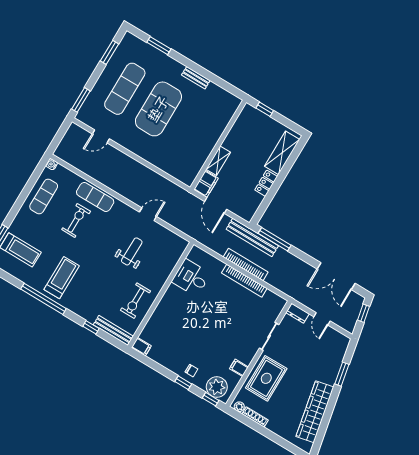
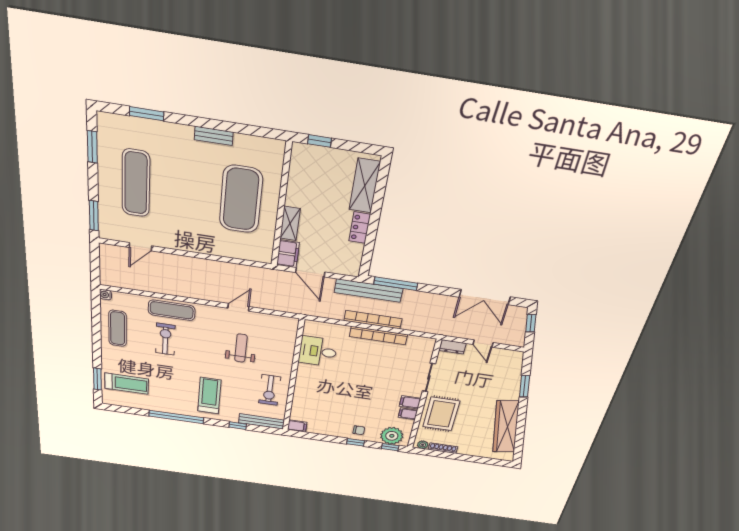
exercise mat: (158, 109) -> (241, 199), moved
treadmill: (62, 278) -> (209, 396), moved
filing cabinet: (245, 356) -> (410, 402), added

